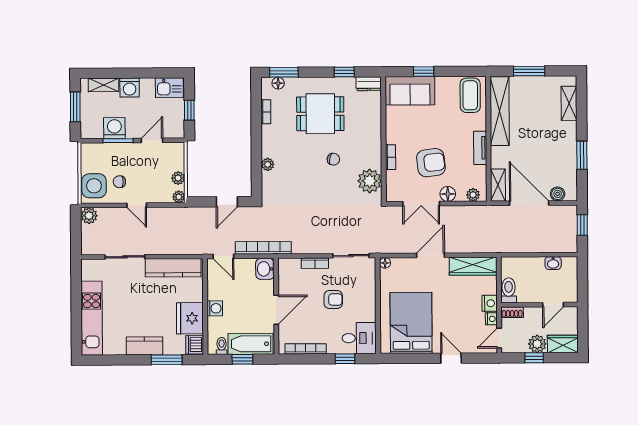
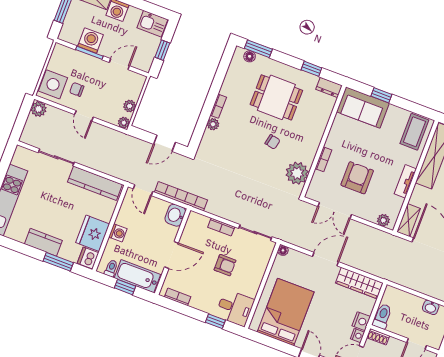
bookcase: (266, 112) -> (218, 106), moved
armchair: (431, 163) -> (357, 178), turned -83
floor lamp: (448, 194) -> (361, 211), removed
bookcase: (306, 349) -> (178, 297), width x0.64

